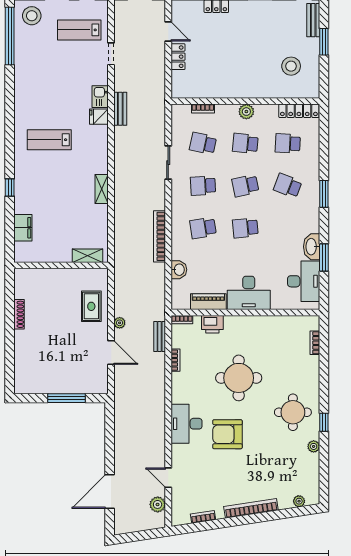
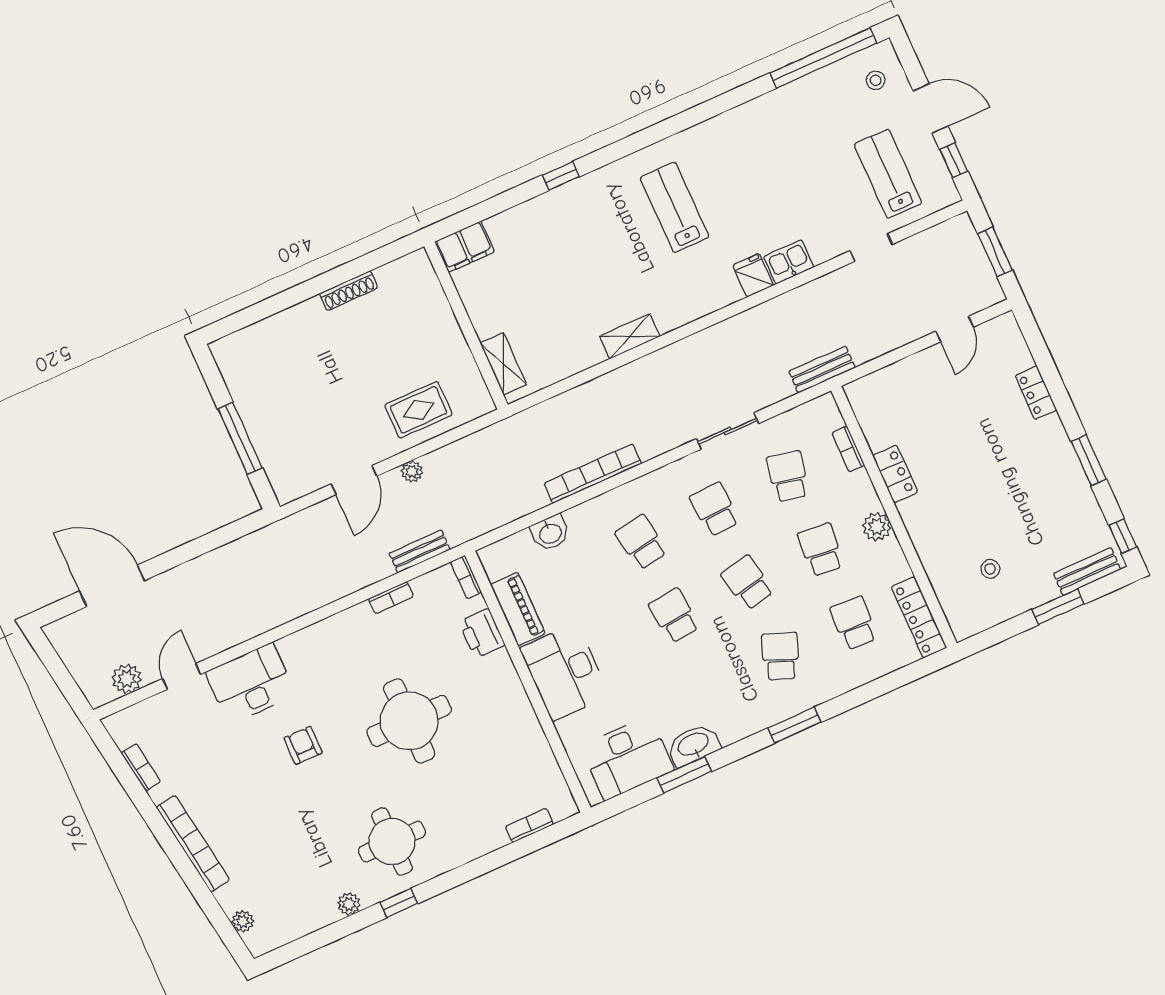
stool: (32, 16) -> (876, 80), width x0.53, depth x0.53
locker: (178, 57) -> (895, 474), moved, turned -90
stool: (291, 66) -> (990, 569), width x0.53, depth x0.53
bench: (120, 109) -> (822, 370), moved
filing cabinet: (23, 228) -> (465, 247), moved
desk: (187, 424) -> (251, 683), moved
armchair: (227, 434) -> (303, 745), width x0.53, depth x0.53

